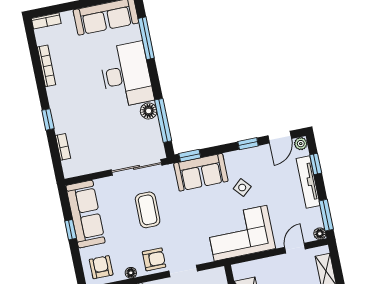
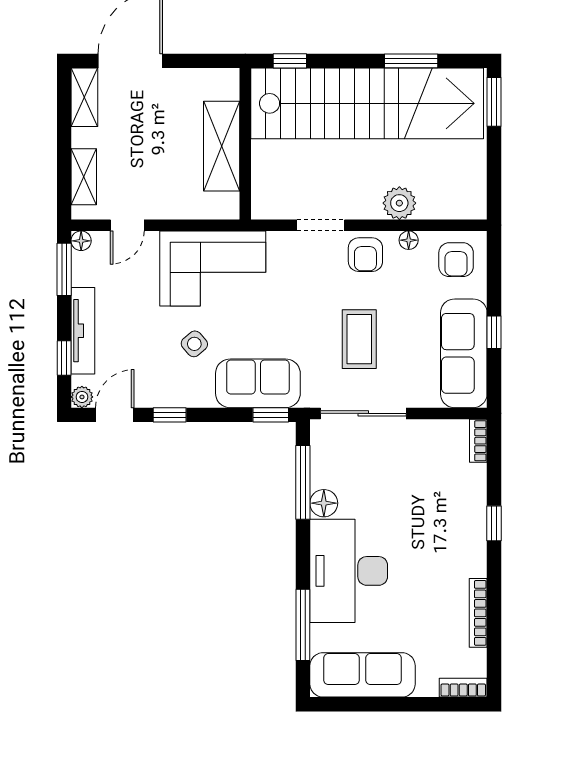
bookcase: (63, 147) -> (478, 441), moved
armchair: (154, 259) -> (365, 255), turned -90

